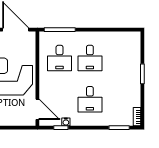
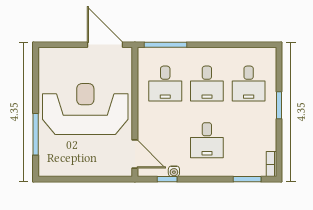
desk: (120, 58) -> (249, 84), added

